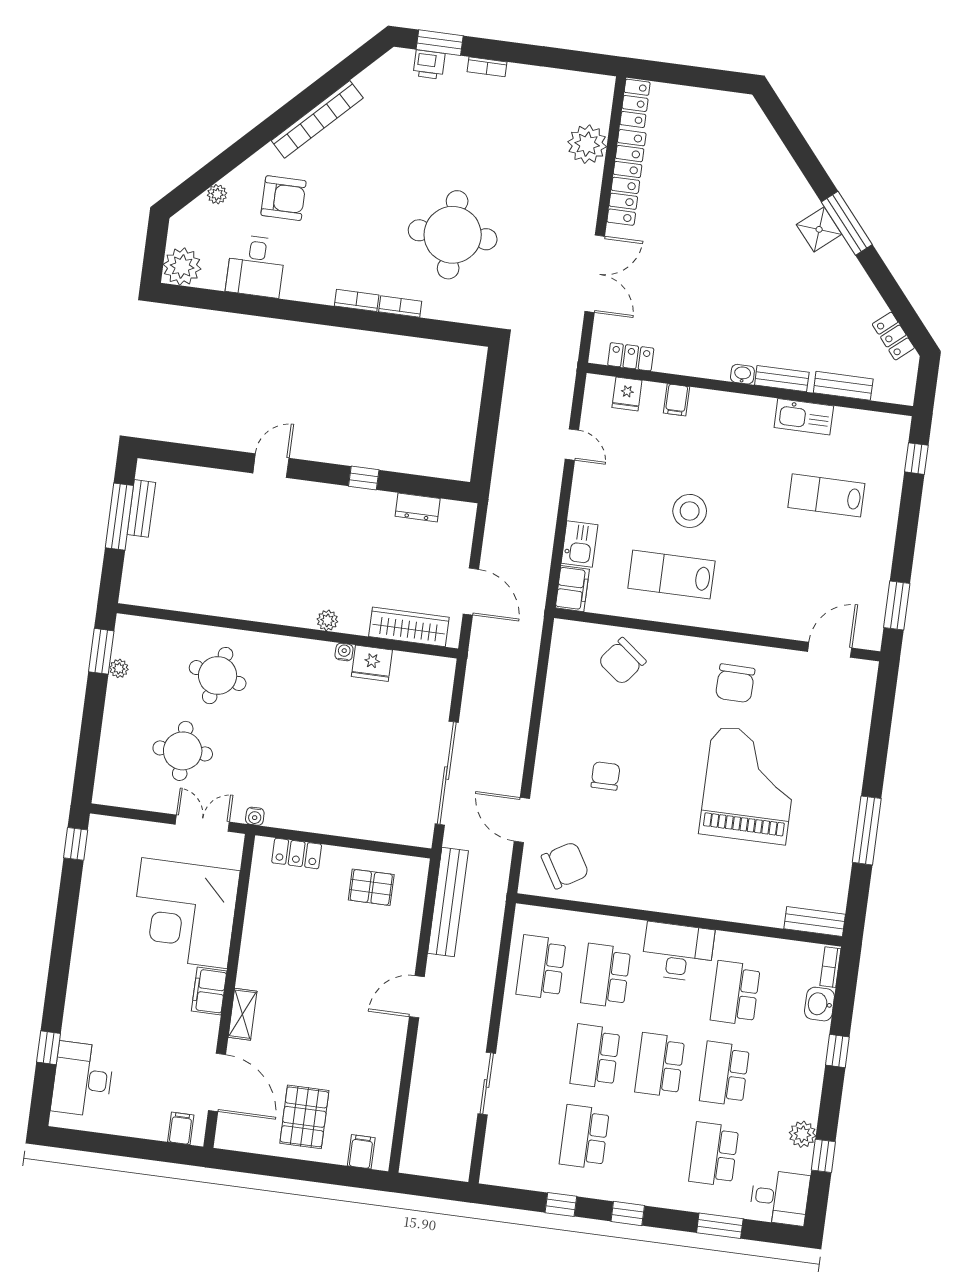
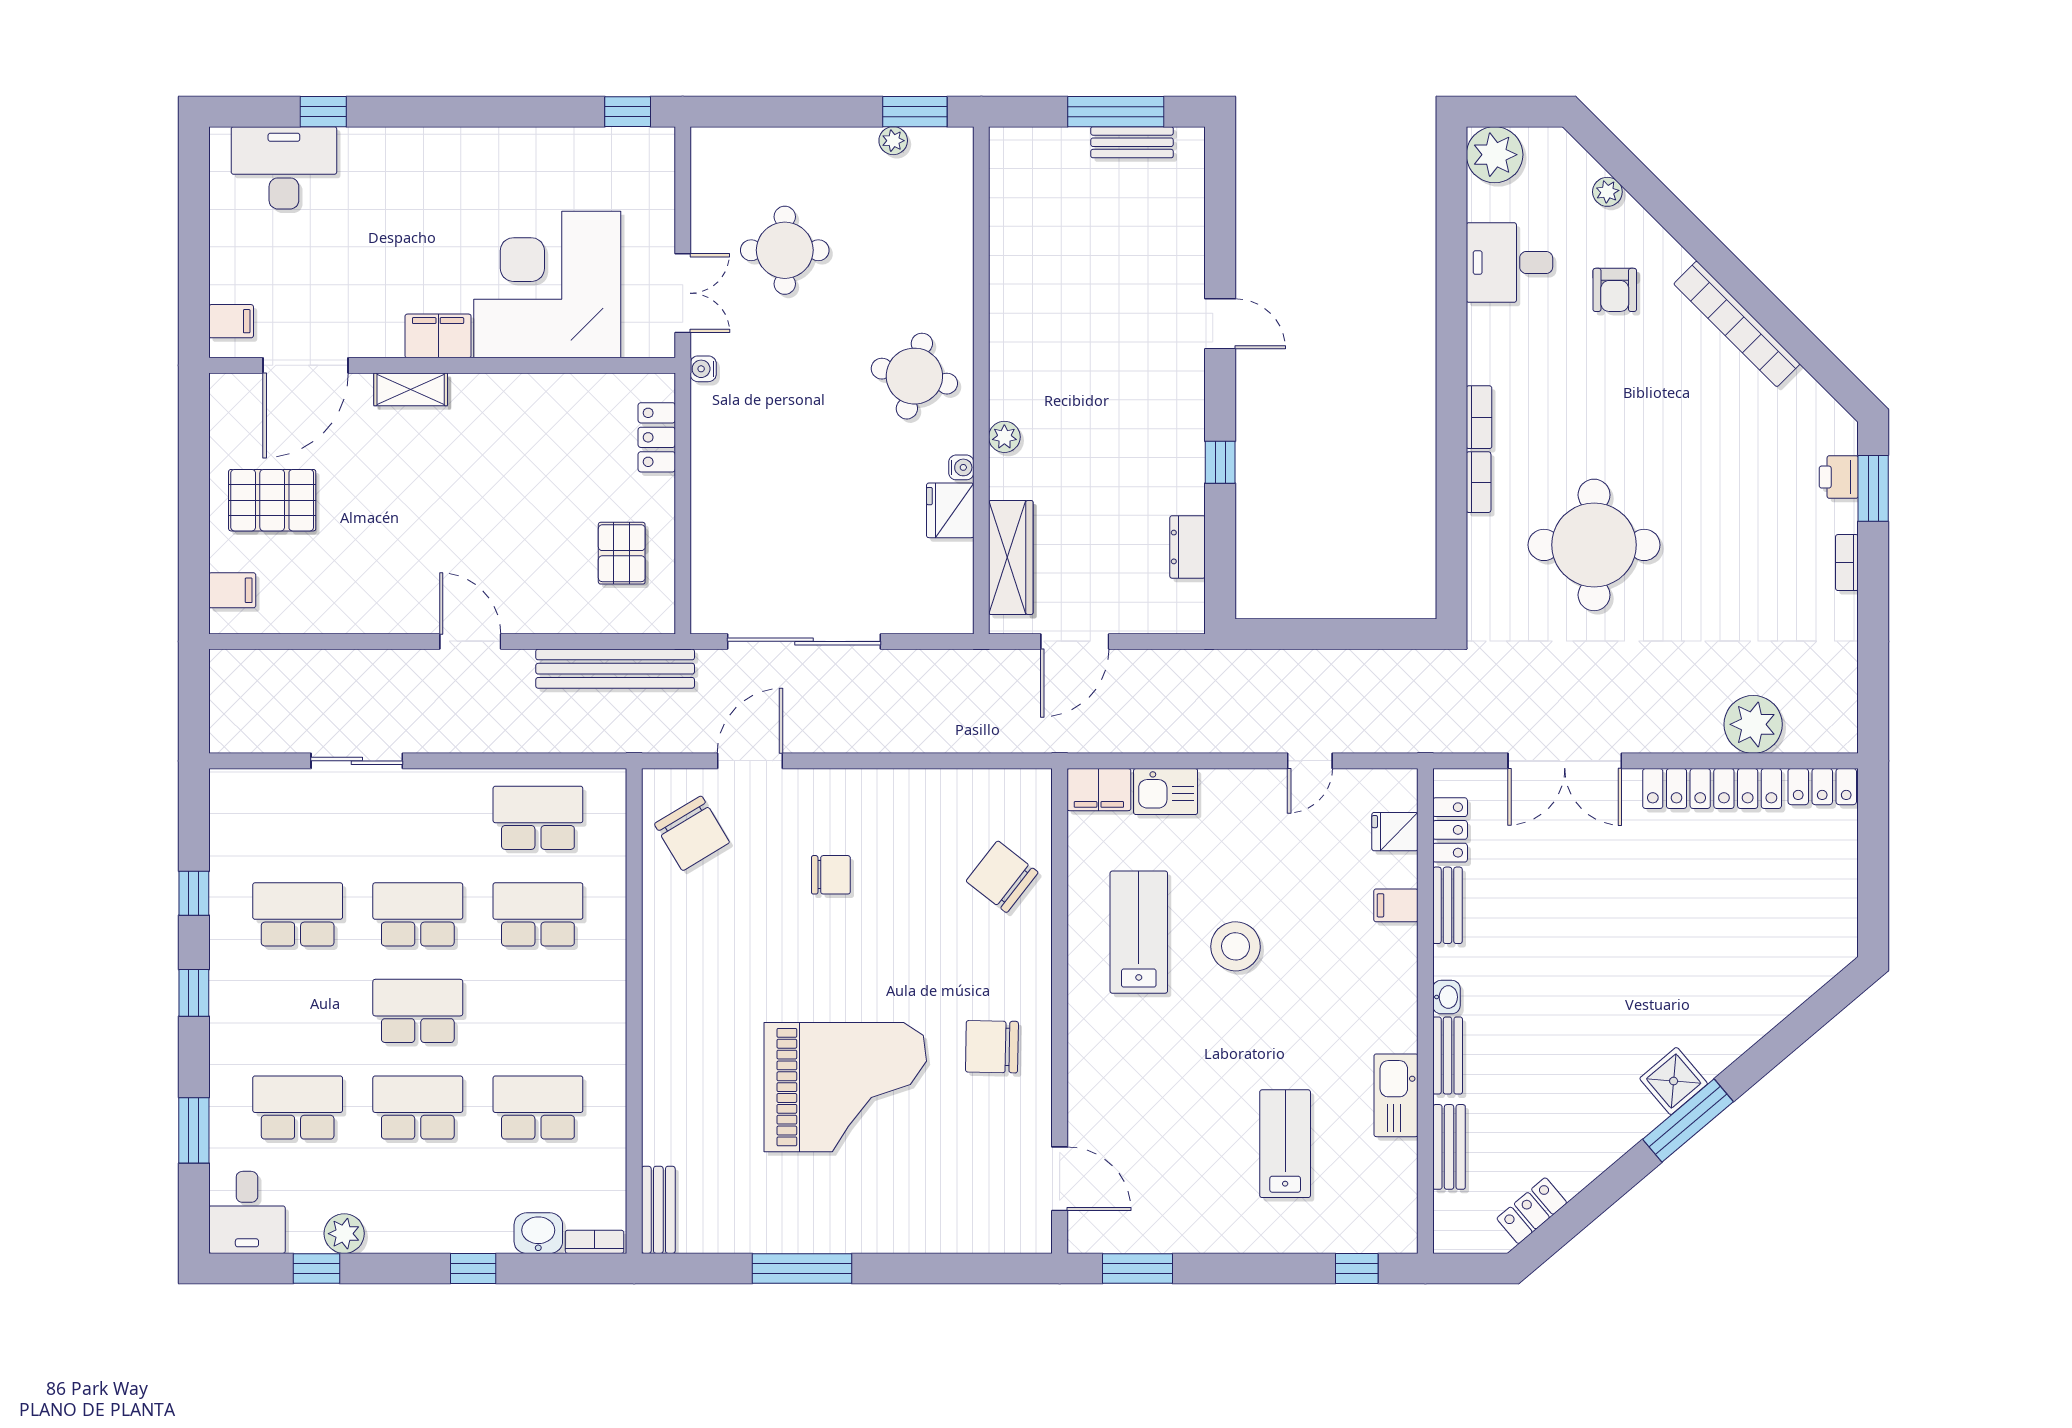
armchair: (284, 198) -> (1615, 290), width x0.72, depth x0.72
bench: (681, 365) -> (1447, 905), added
round table: (218, 676) -> (914, 376), moved
desk: (678, 952) -> (587, 1015), removed

